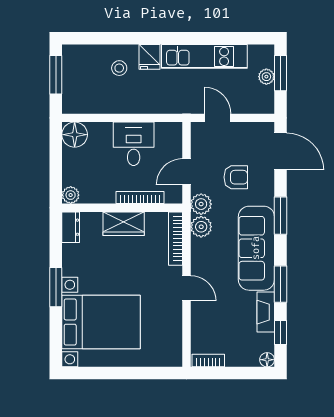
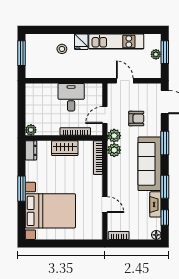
floor lamp: (75, 135) -> (34, 91), removed
door: (187, 288) -> (105, 205), moved

